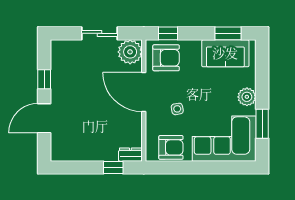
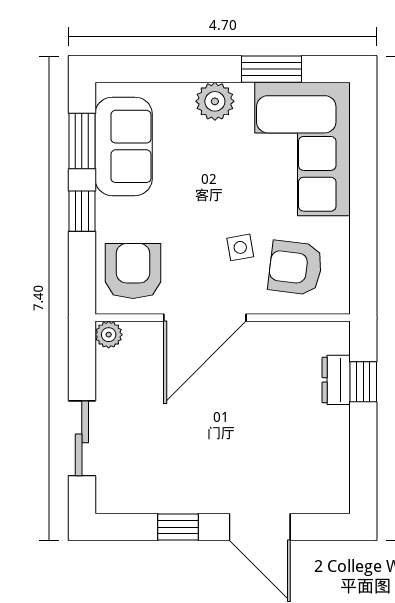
sliding door: (100, 33) -> (82, 438), moved
window: (168, 33) -> (82, 211), moved
plant: (130, 52) -> (109, 335), width x0.53, depth x0.53
armchair: (171, 147) -> (295, 268), moved, turned -83
dresser: (130, 155) -> (336, 380), moved

